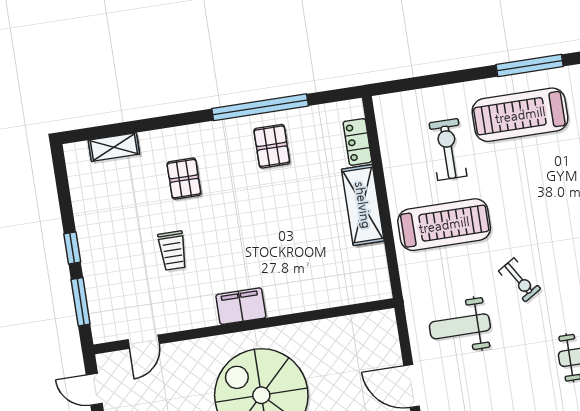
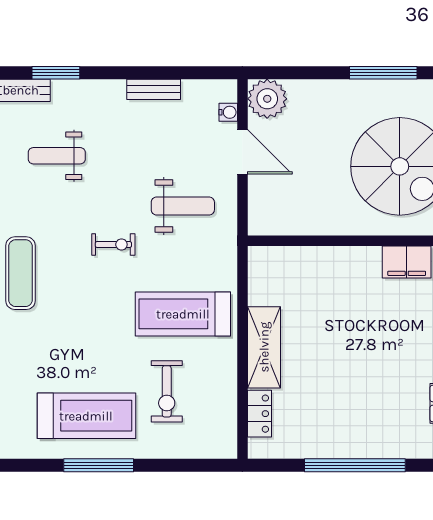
window: (530, 66) -> (99, 465), moved
pallet: (272, 146) -> (349, 423), removed
exercise bike: (520, 280) -> (113, 245), turned 122

